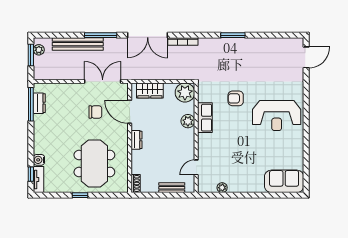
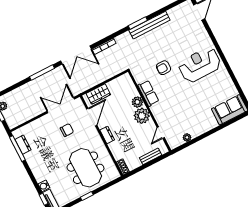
bench: (78, 44) -> (149, 25), moved
plant: (185, 93) -> (142, 116), moved
door: (130, 112) -> (92, 117), swing flipped
reception desk: (277, 116) -> (200, 65), turned 180

